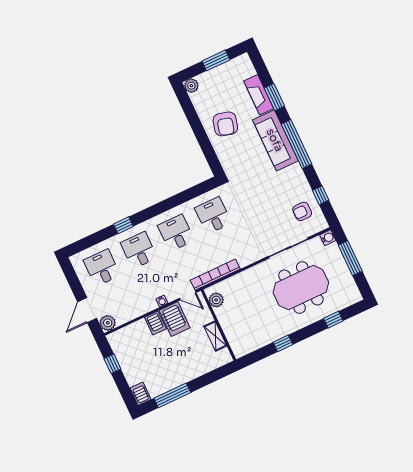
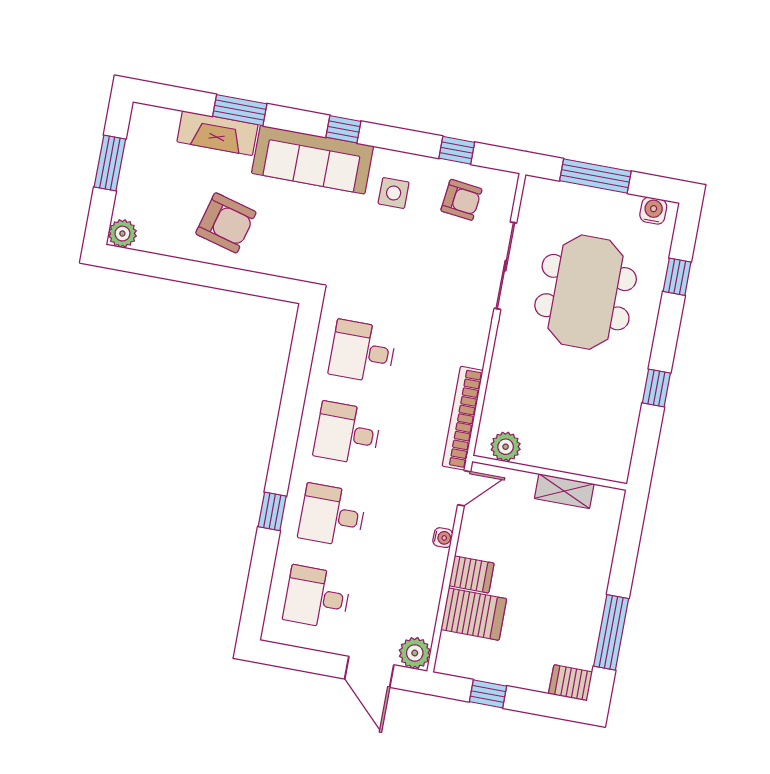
window: (296, 144) -> (343, 129), width x0.32
side table: (285, 182) -> (394, 193), added
armchair: (302, 211) -> (461, 200), turned -83
water cooler: (328, 238) -> (653, 211), moved
server rack: (175, 319) -> (474, 614), moved

